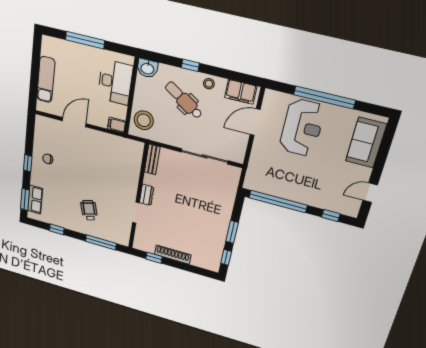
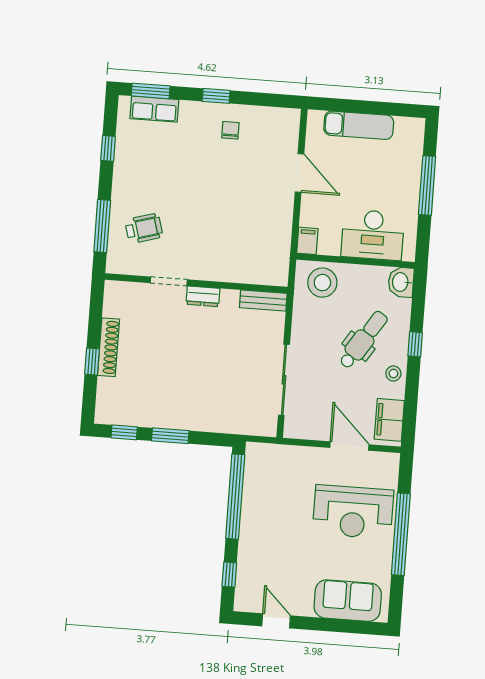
wheelchair: (89, 210) -> (144, 228), moved
window: (154, 258) -> (92, 362), moved

